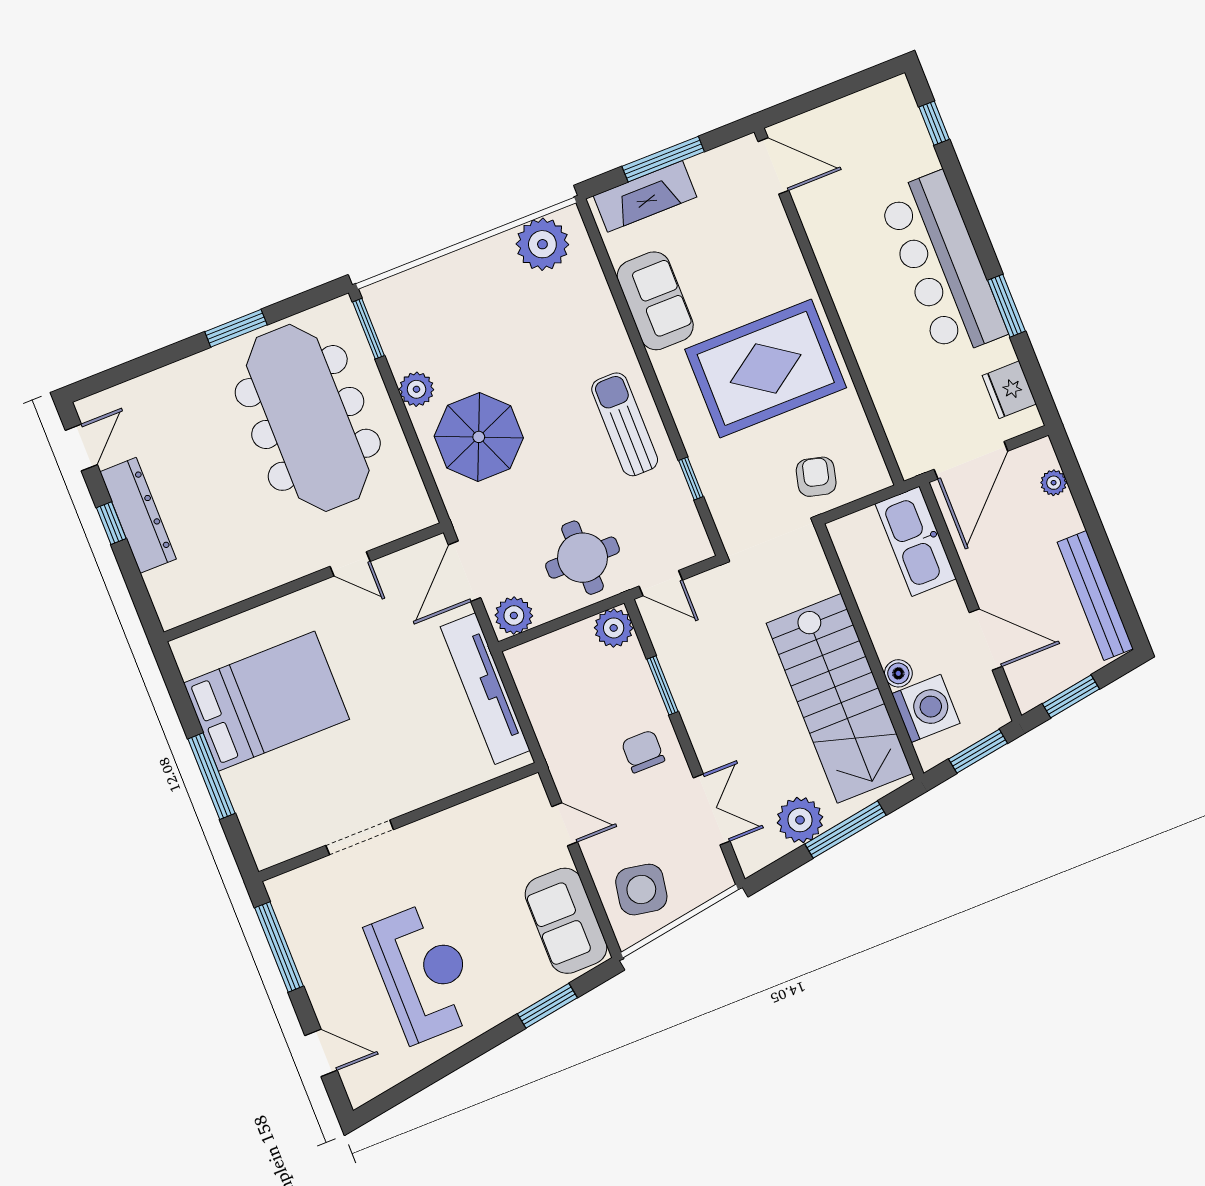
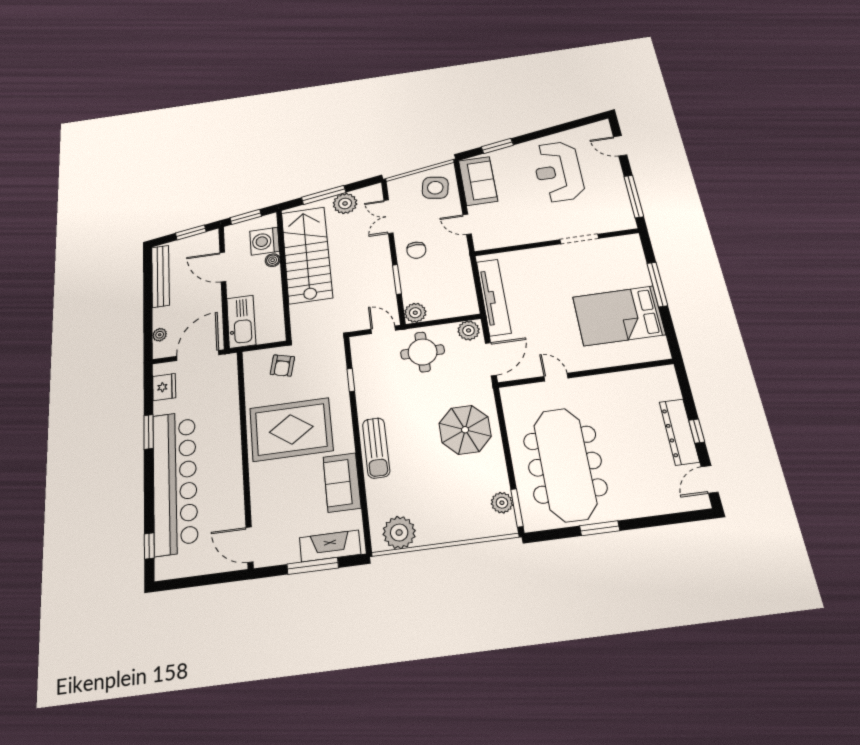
bar counter: (942, 265) -> (175, 482), width x1.36
plant: (417, 389) -> (502, 503), moved
sun lounger: (625, 424) -> (376, 448), moved

